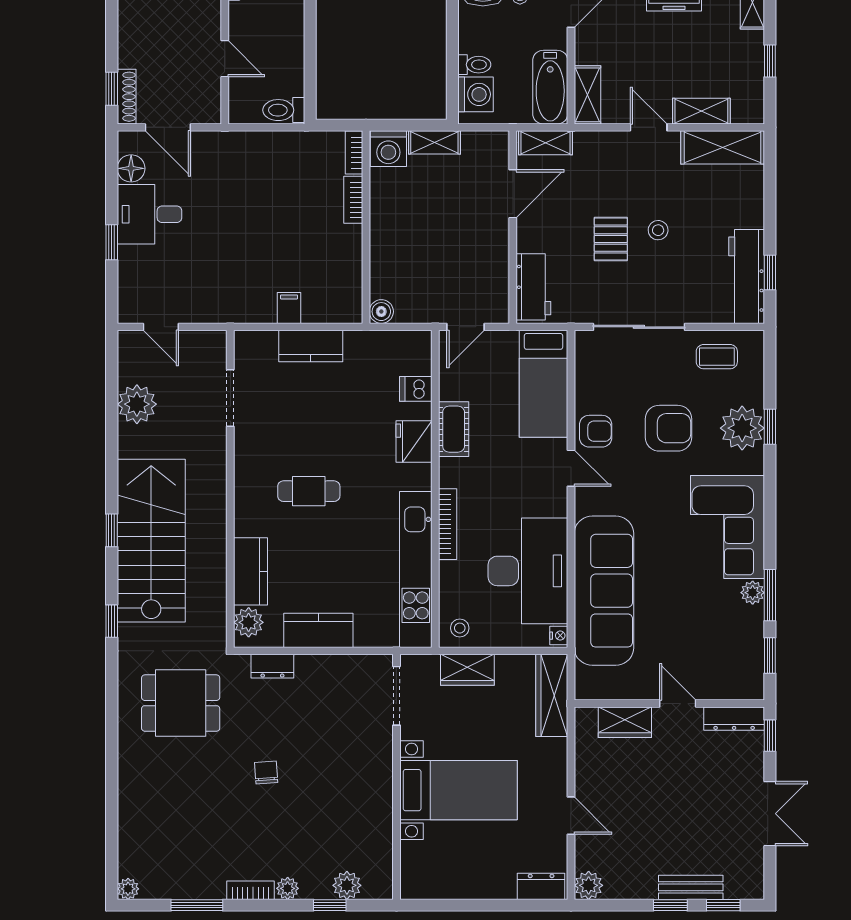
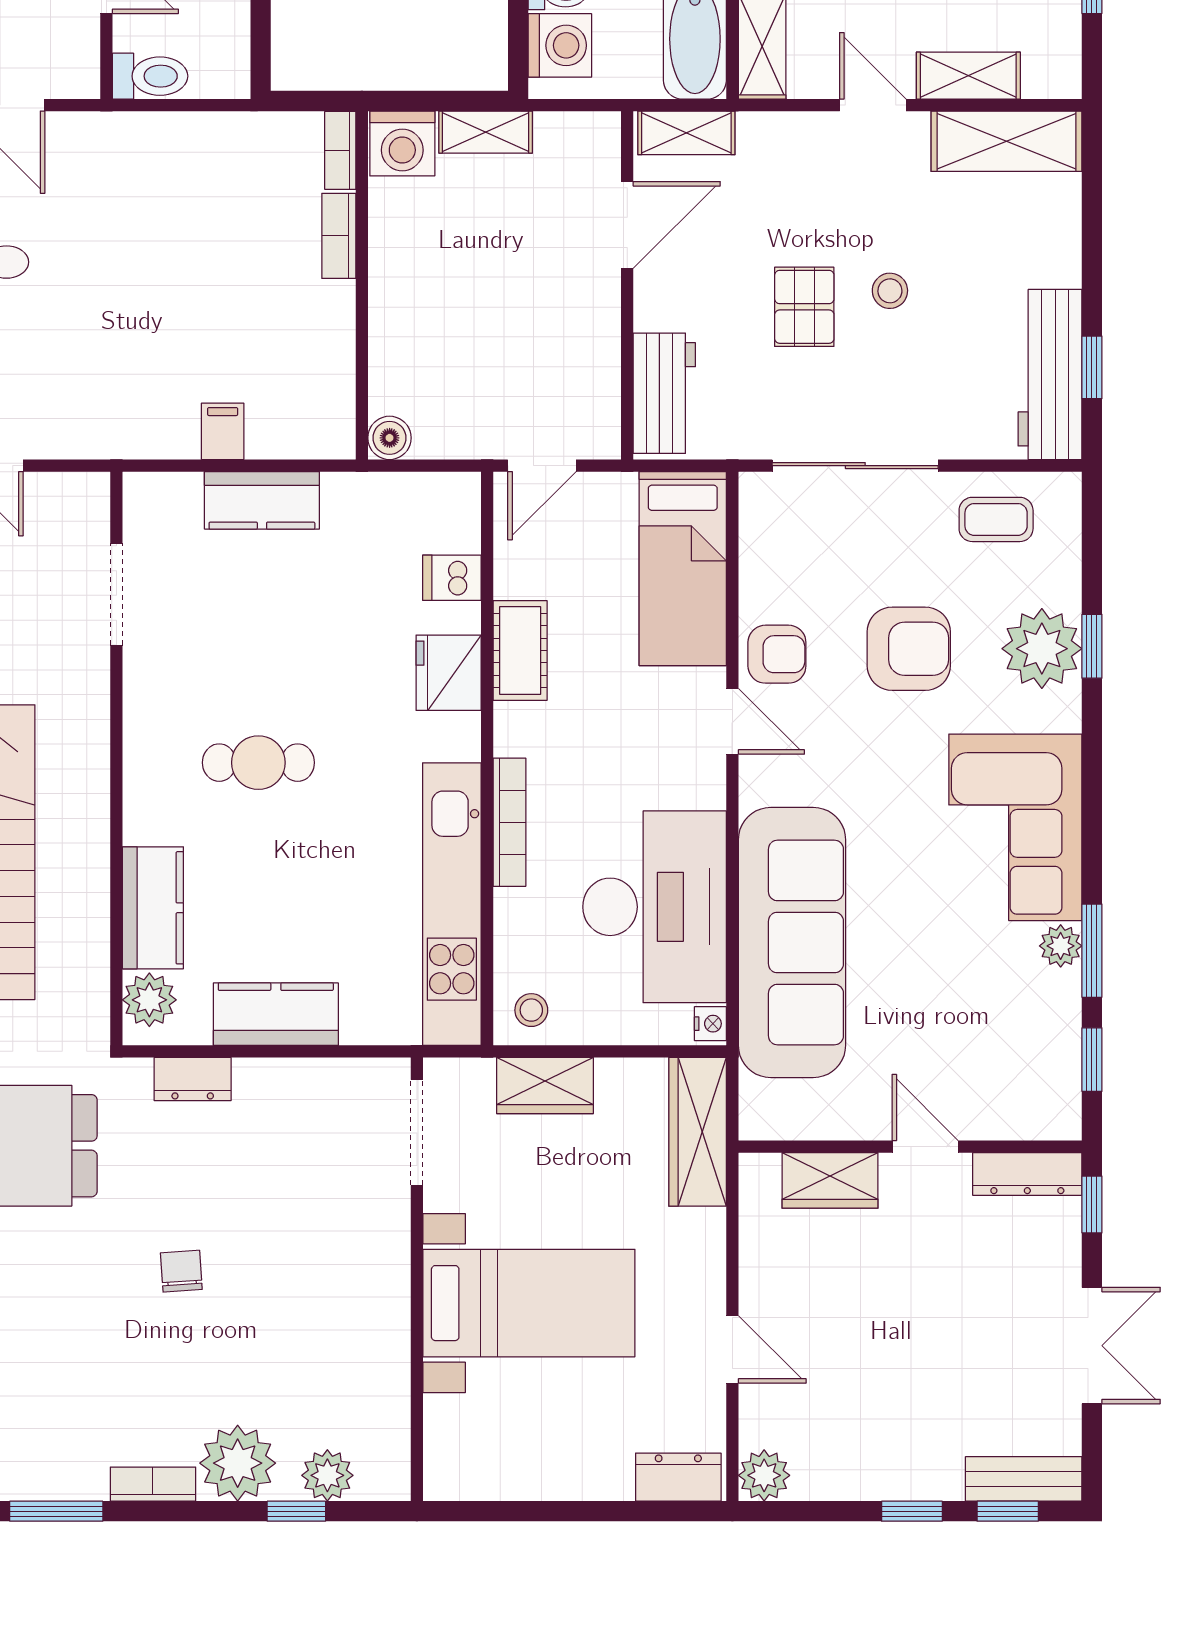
toilet: (284, 110) -> (150, 76), moved, turned 180
bench: (691, 887) -> (1024, 1479), moved
plant: (288, 888) -> (238, 1463), width x1.87, depth x1.87

